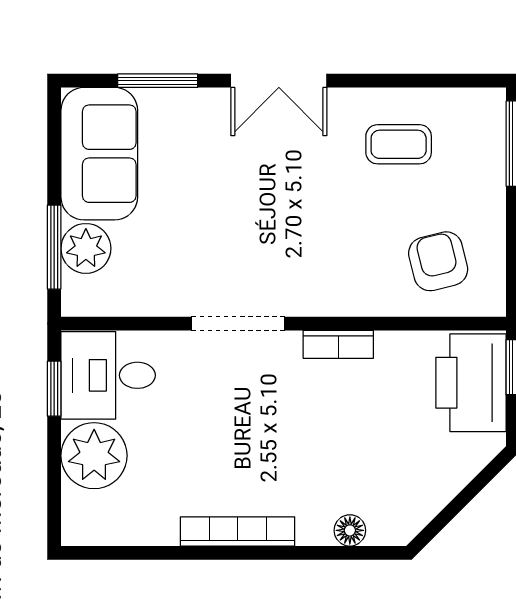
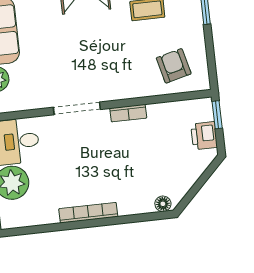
printer: (471, 383) -> (204, 136), width x0.53, depth x0.68
floor lamp: (350, 530) -> (163, 204), moved

